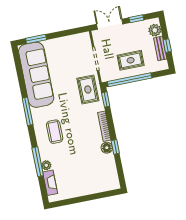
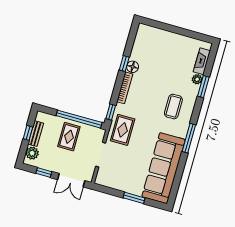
window: (36, 39) -> (134, 198), moved
rug: (131, 60) -> (69, 137), turned 90
window: (38, 162) -> (203, 87), width x0.69

